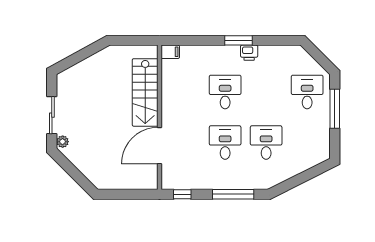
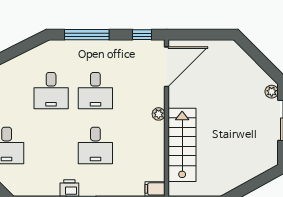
plant: (167, 121) -> (159, 114), added
door: (160, 146) -> (167, 67), moved

